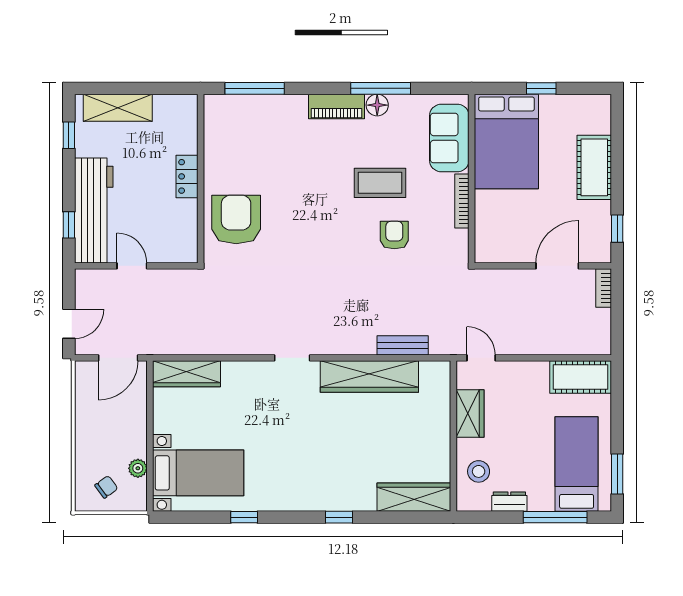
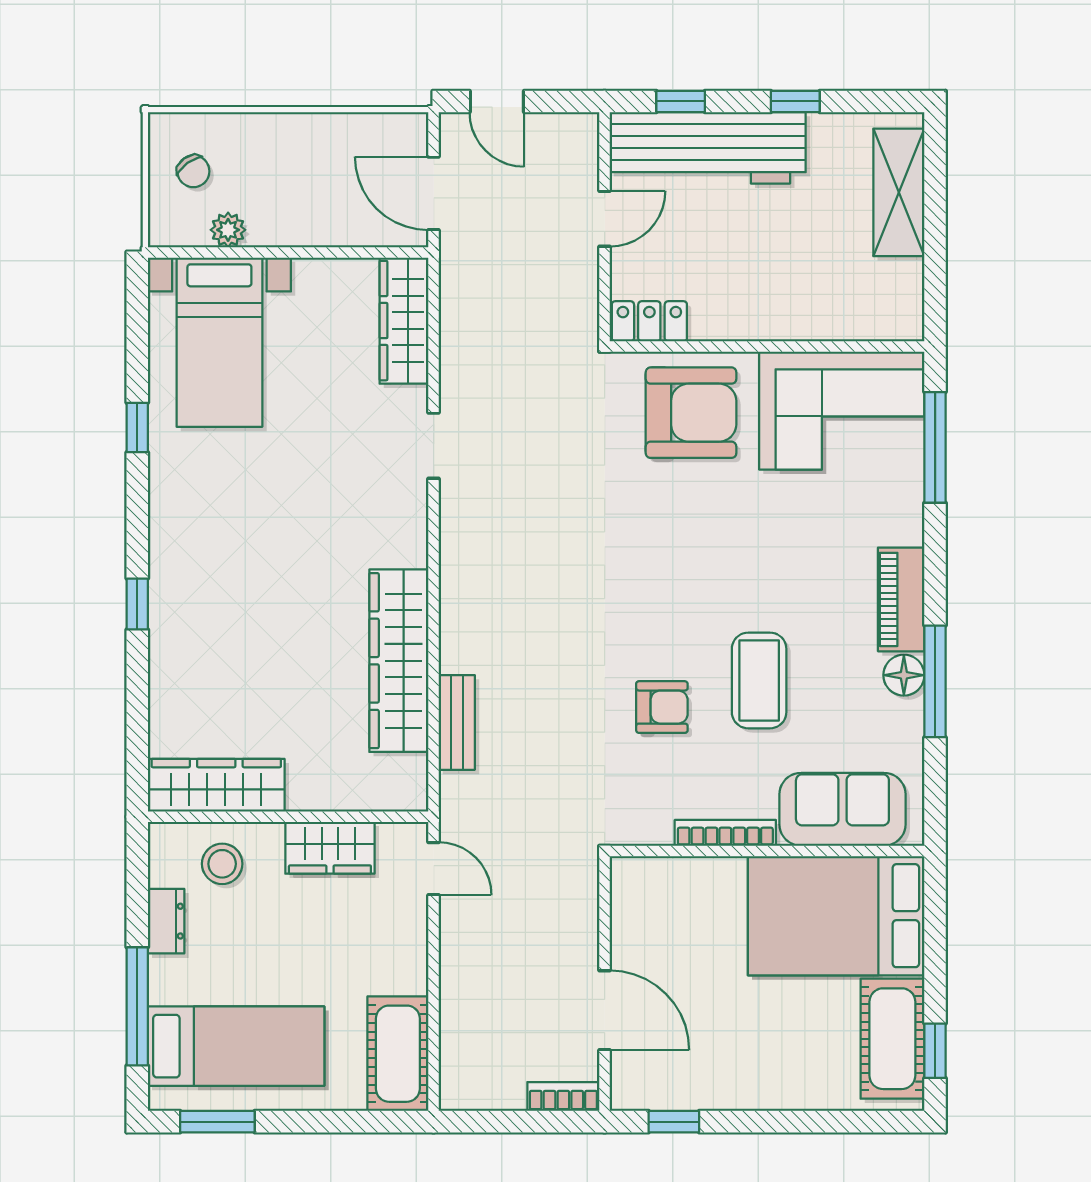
window: (541, 88) -> (935, 1051), moved
window: (69, 135) -> (795, 101), moved
corner sofa: (235, 138) -> (842, 411), added
cot: (594, 167) -> (892, 1039), moved, turned 90
locker: (187, 176) -> (649, 321), moved
doorway: (292, 358) -> (434, 446), moved
door: (481, 358) -> (434, 869), hinge flipped
wardrobe: (414, 497) -> (216, 785), moved, turned -90

